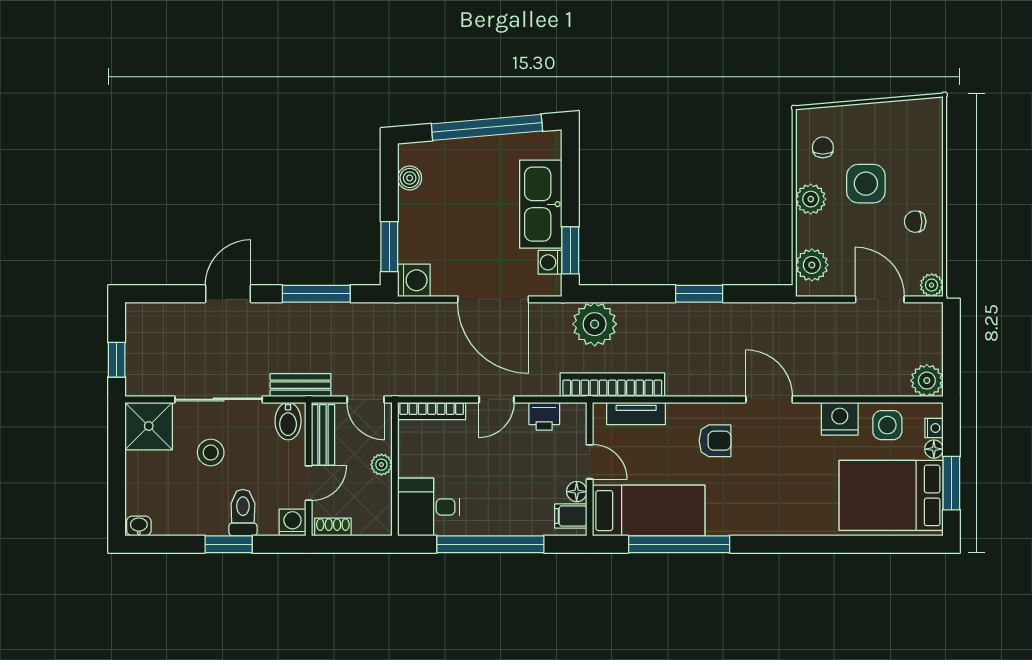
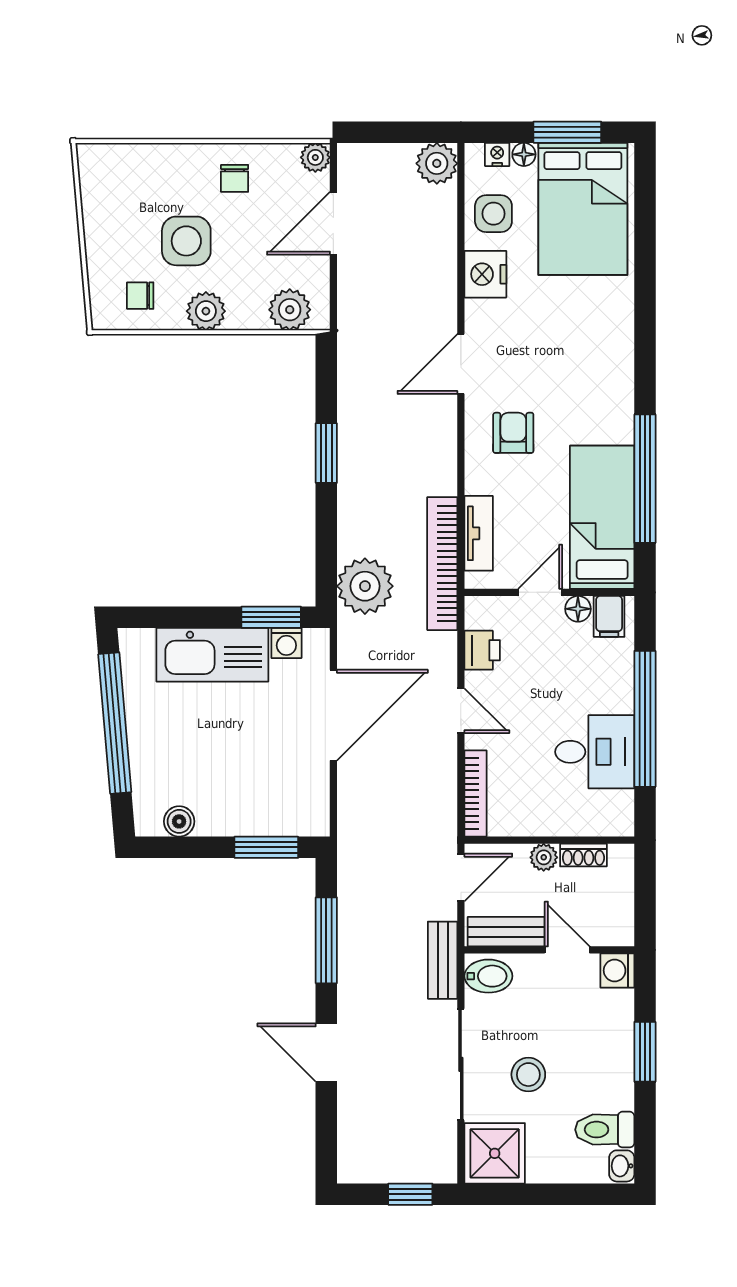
washing machine: (414, 280) -> (309, 816), removed
desk: (429, 507) -> (595, 752), moved, turned -90
toilet: (243, 513) -> (605, 1130), moved
shoe rack: (333, 527) -> (583, 855), moved, turned -90

